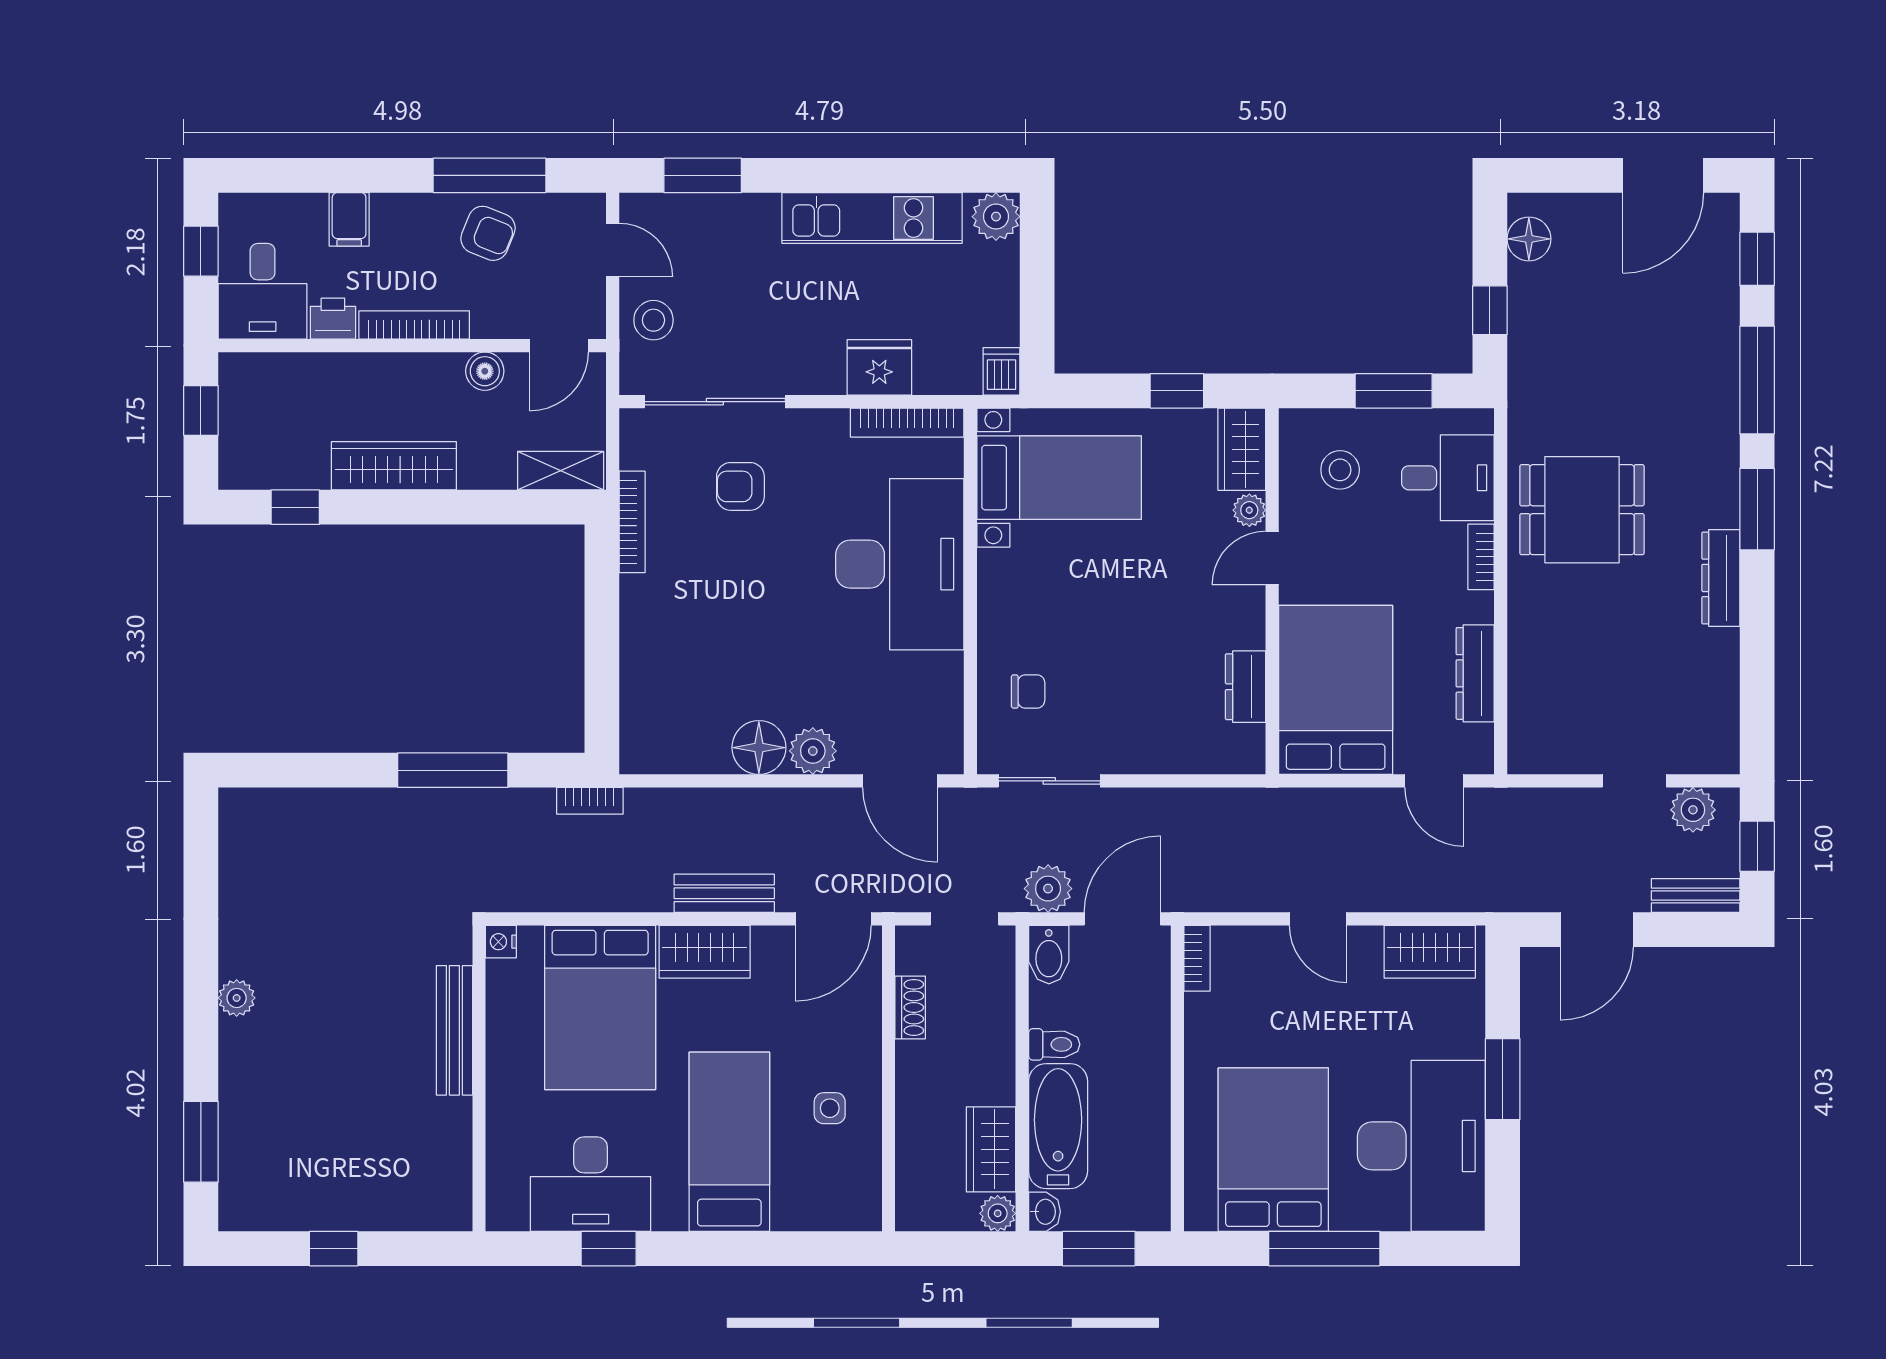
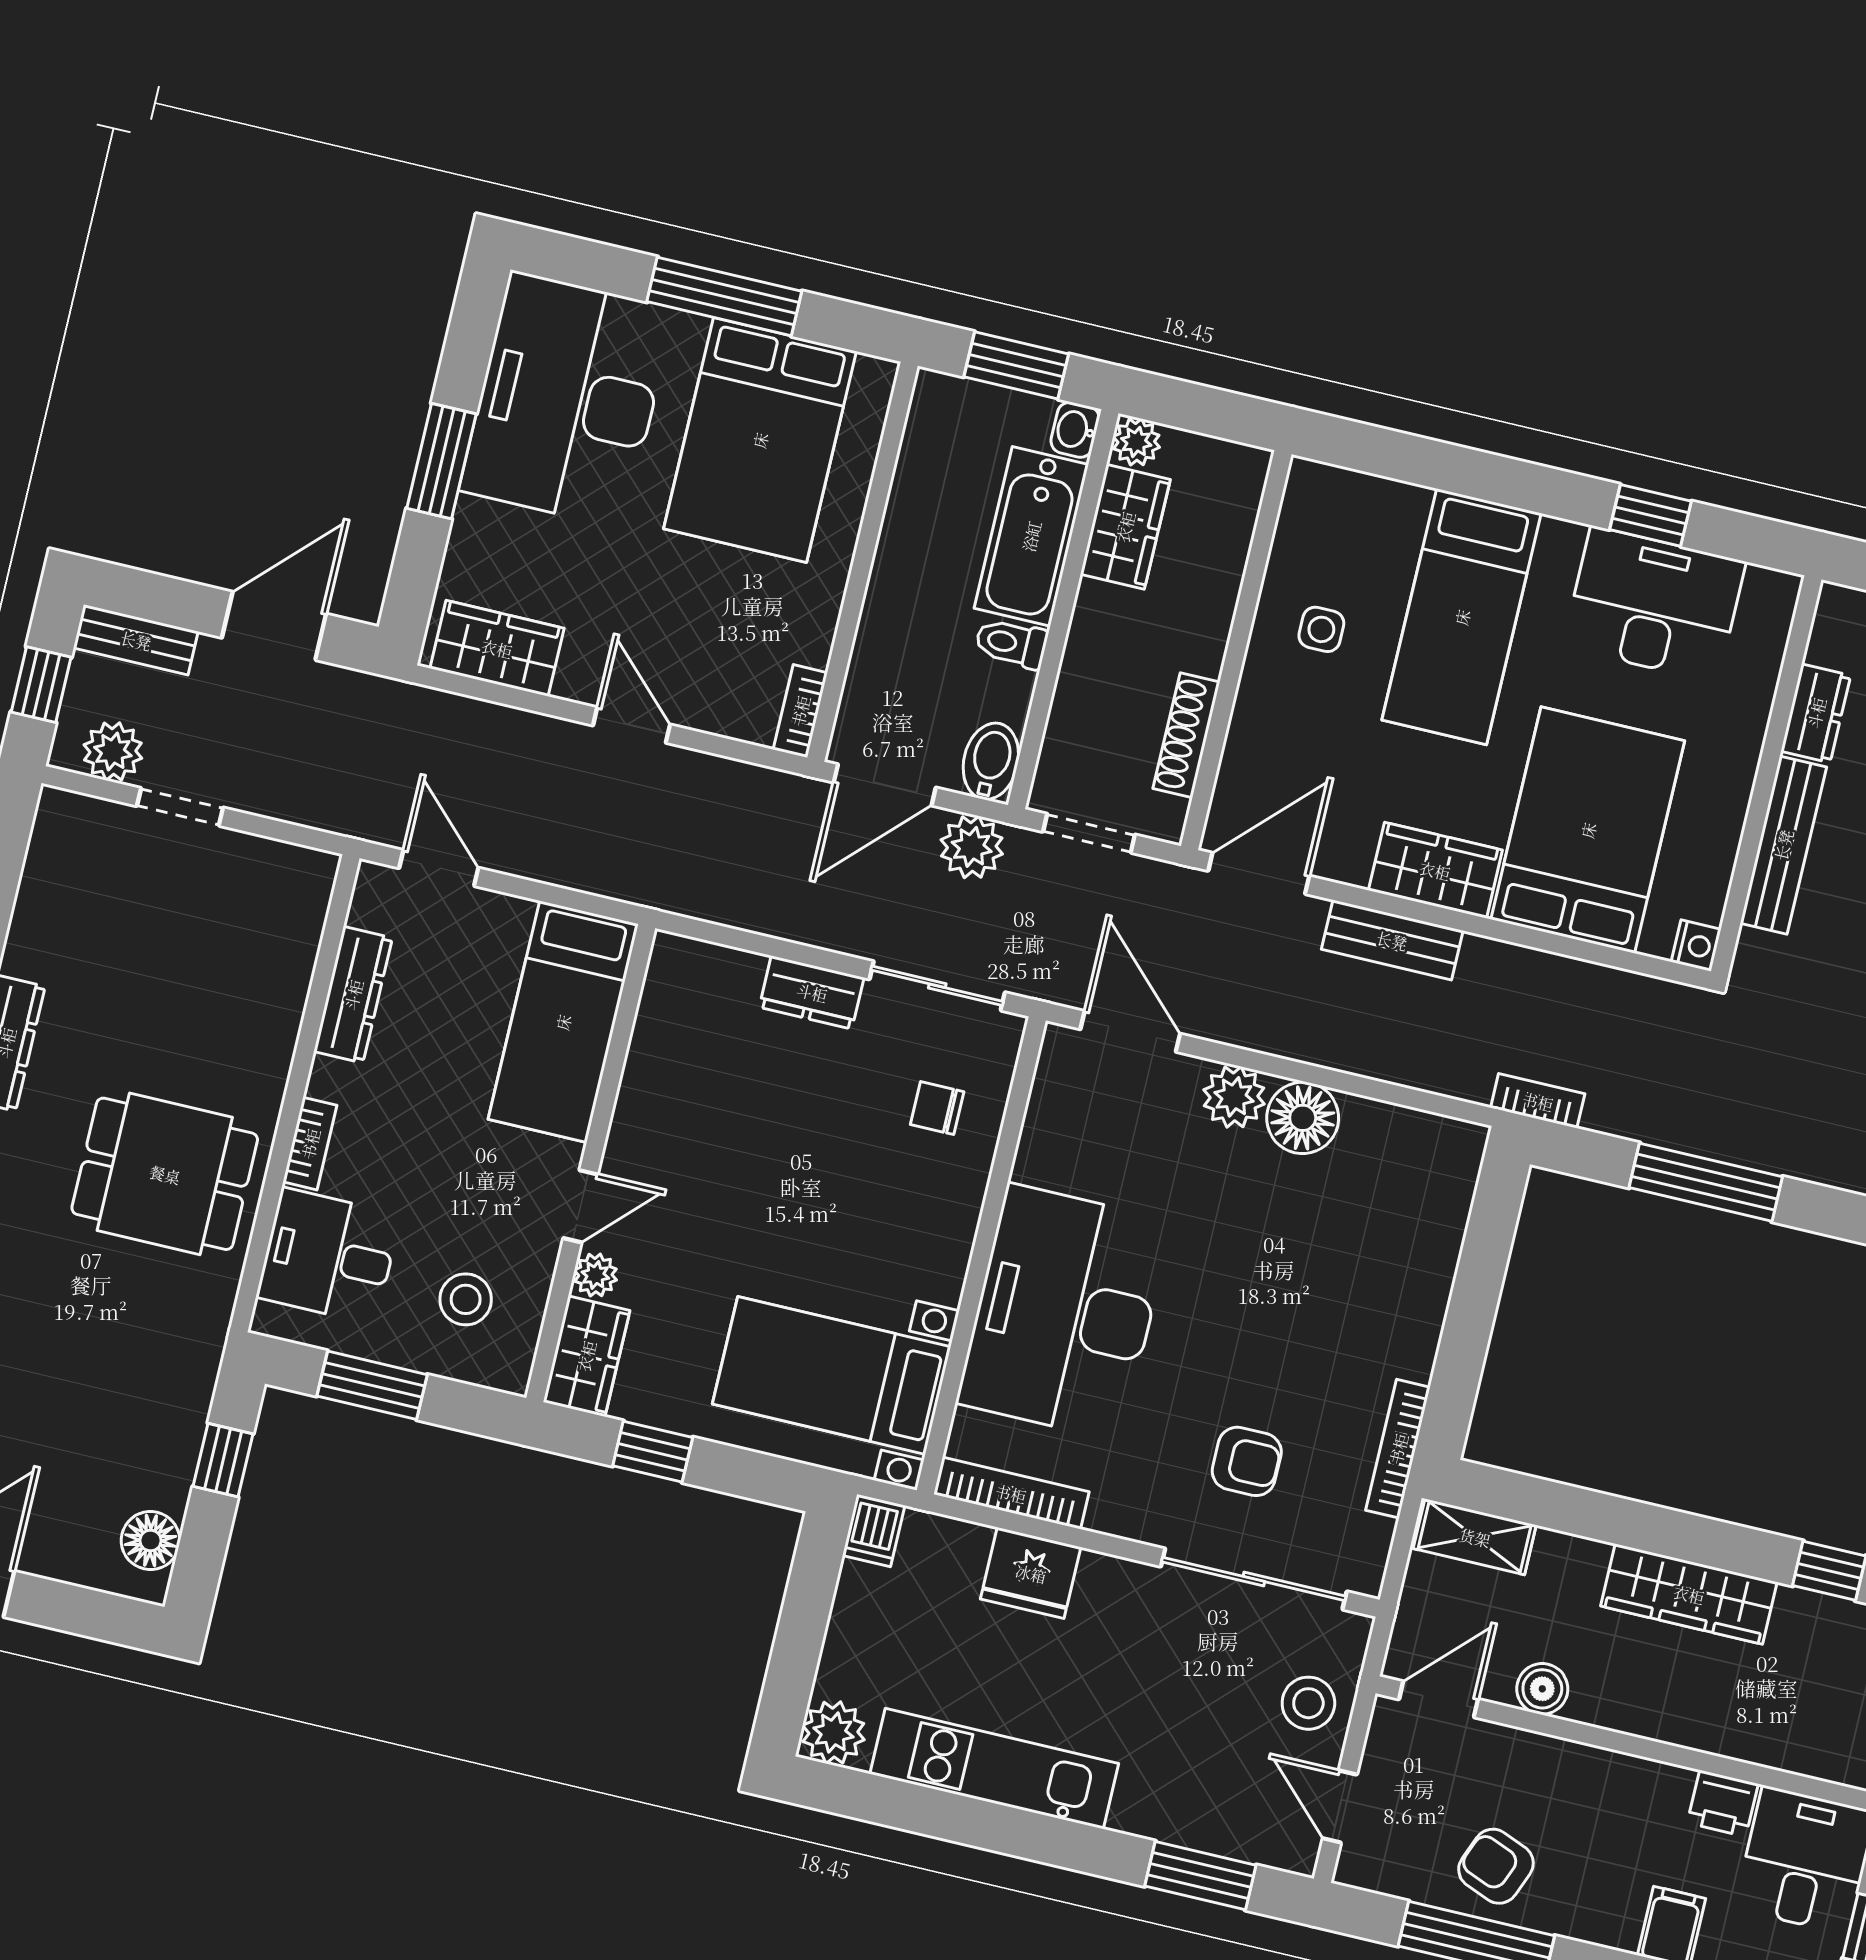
bookcase: (414, 325) -> (1620, 1770), removed
dresser: (1246, 687) -> (812, 992), moved, turned 90
bed: (1336, 690) -> (563, 1022), width x0.67
shoe rack: (910, 1007) -> (1186, 735), width x1.43
dresser: (453, 1132) -> (1816, 713), added

